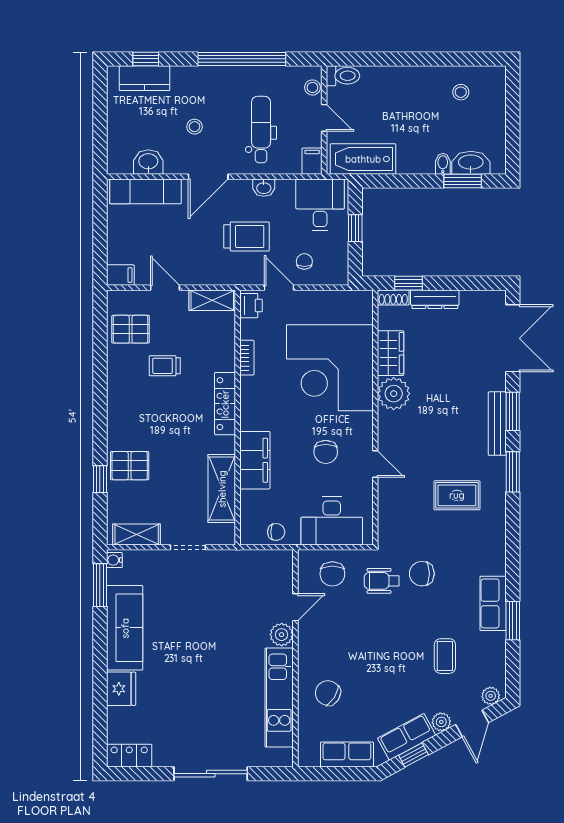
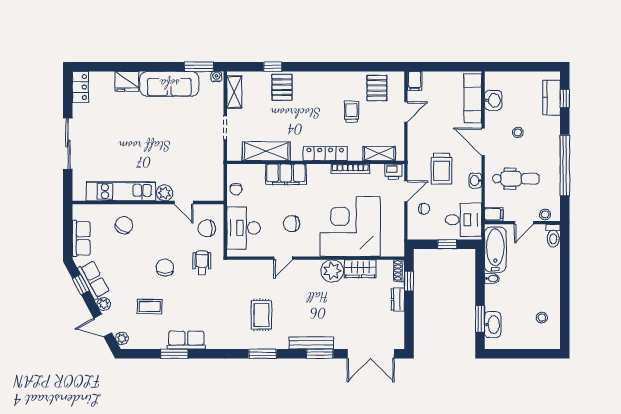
bidet: (443, 164) -> (492, 279), moved
dresser: (435, 299) -> (398, 300), width x0.70
shelving: (212, 300) -> (379, 154), moved, turned 90
bookcase: (247, 358) -> (350, 169), width x1.56
window: (513, 472) -> (263, 354), moved
chair: (422, 574) -> (165, 268), moved

